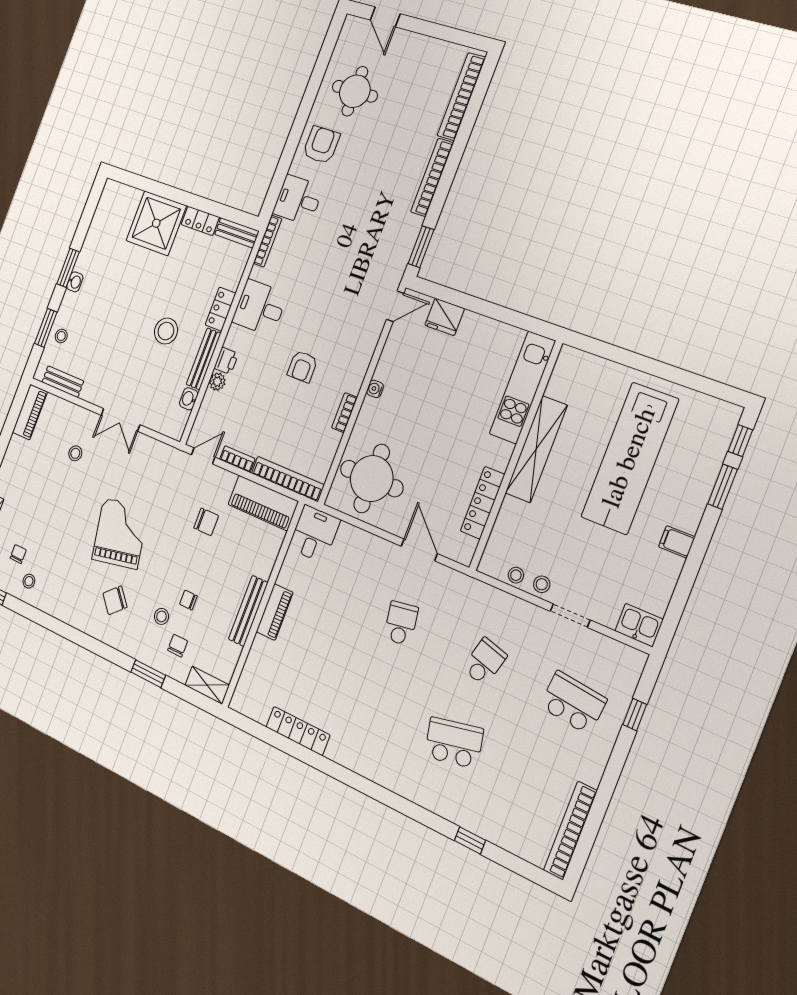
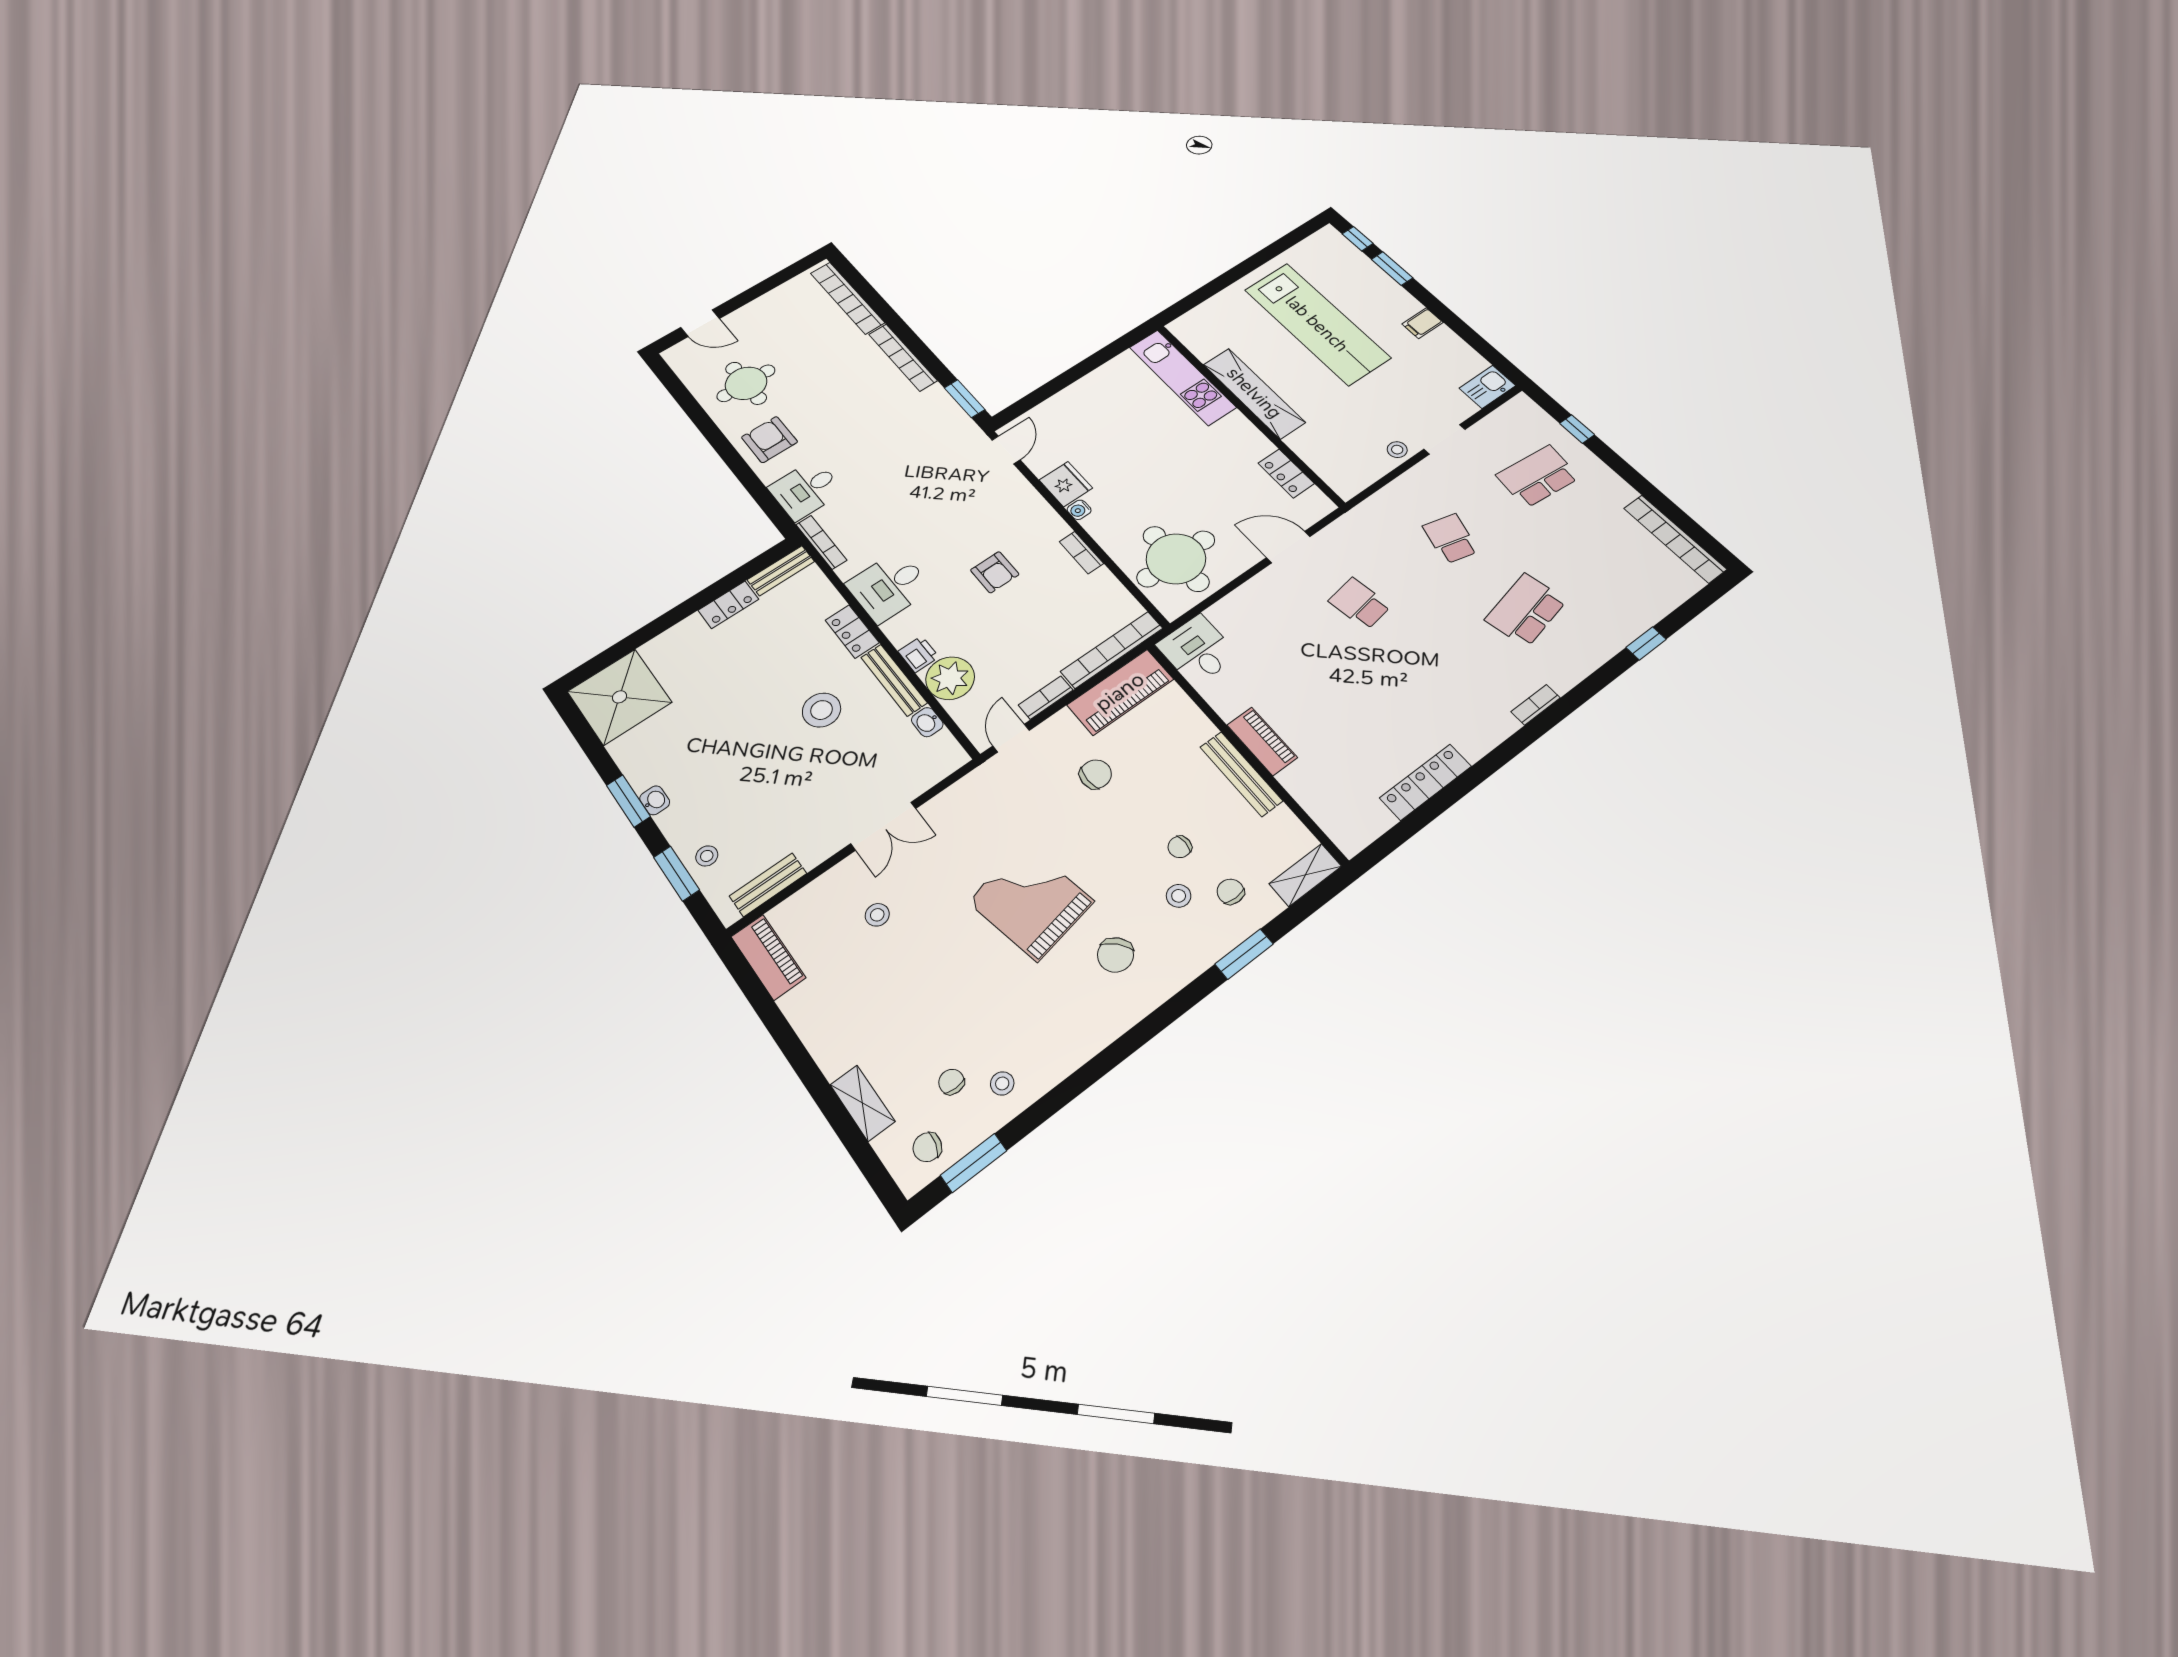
shower: (156, 223) -> (619, 697), moved
fridge: (445, 317) -> (1066, 484), moved, turned -90
plant: (217, 382) -> (950, 678), width x1.88, depth x1.88
locker: (483, 503) -> (1286, 473), width x0.66
stool: (516, 575) -> (1373, 468), removed
bookcase: (385, 780) -> (1536, 705), added

